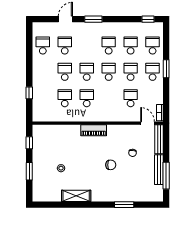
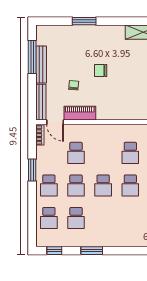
window: (93, 19) -> (92, 251), moved
school desk: (109, 46) -> (103, 218), removed
window: (166, 69) -> (32, 170), moved
piano: (94, 130) -> (80, 113), moved

